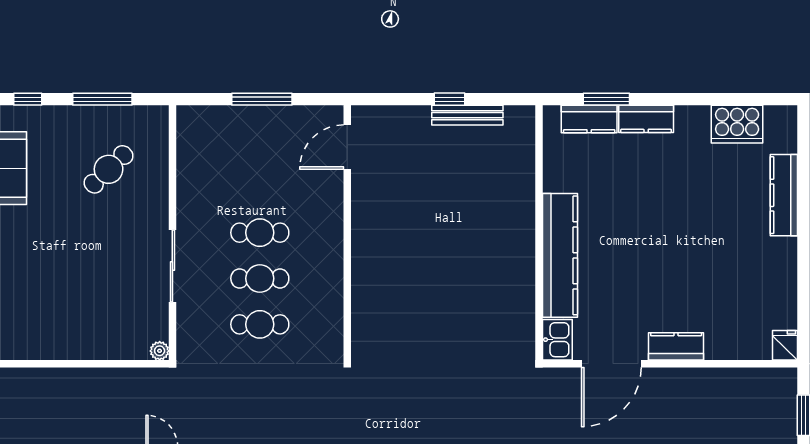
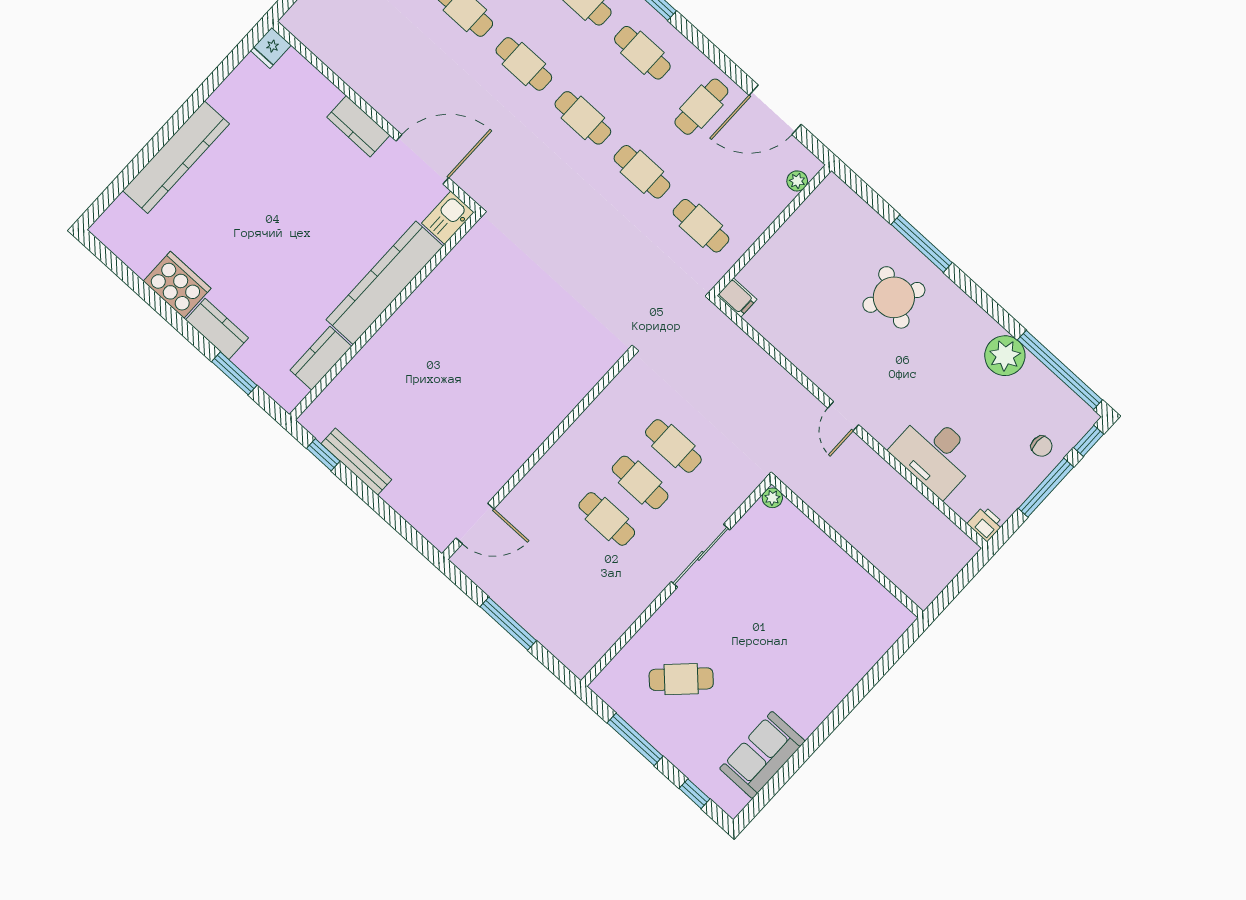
window: (449, 99) -> (323, 455), moved
kitchen counter: (589, 119) -> (321, 358), moved, turned -90
cooker: (737, 124) -> (177, 285), moved
kitchen counter: (784, 195) -> (176, 157), width x1.39, depth x1.17

